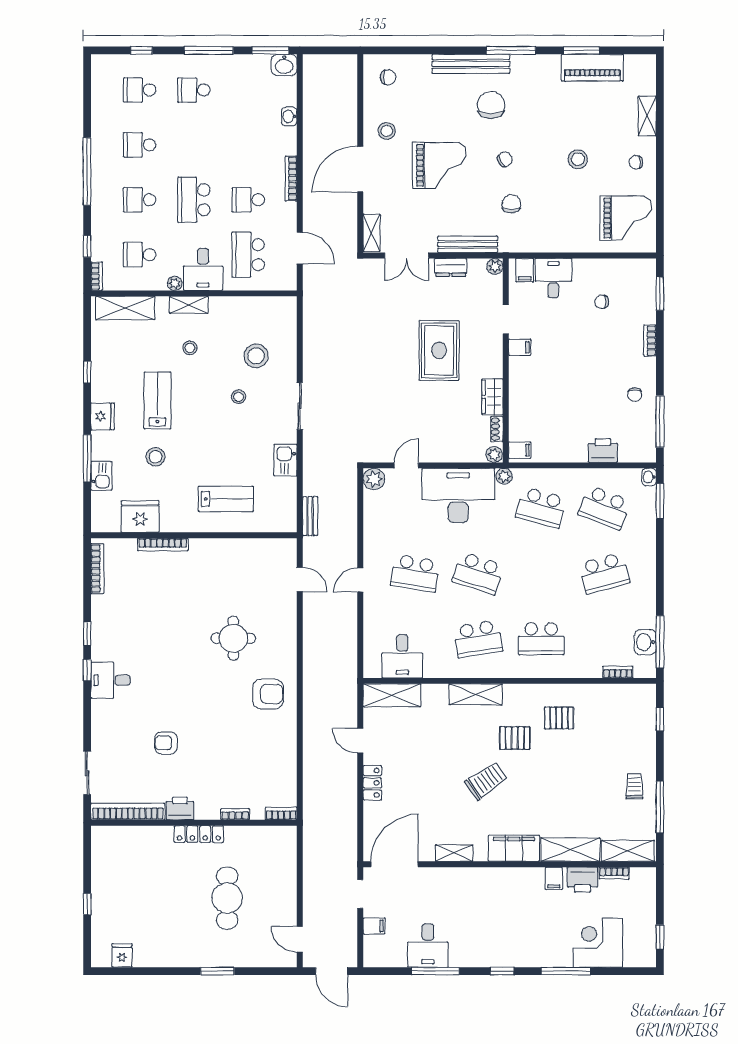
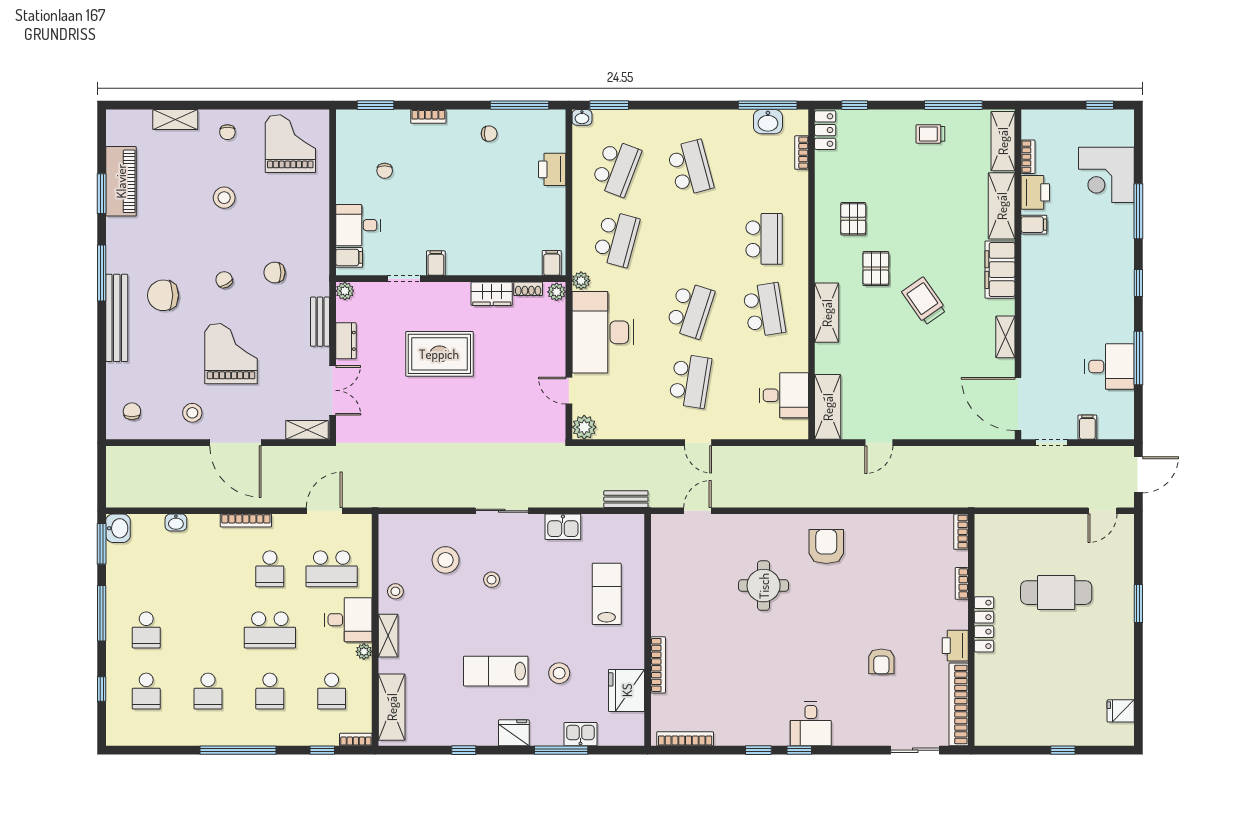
bench: (468, 244) -> (320, 322), width x0.73
stool: (190, 348) -> (395, 591), moved
locker: (372, 783) -> (825, 130), moved, turned 90

